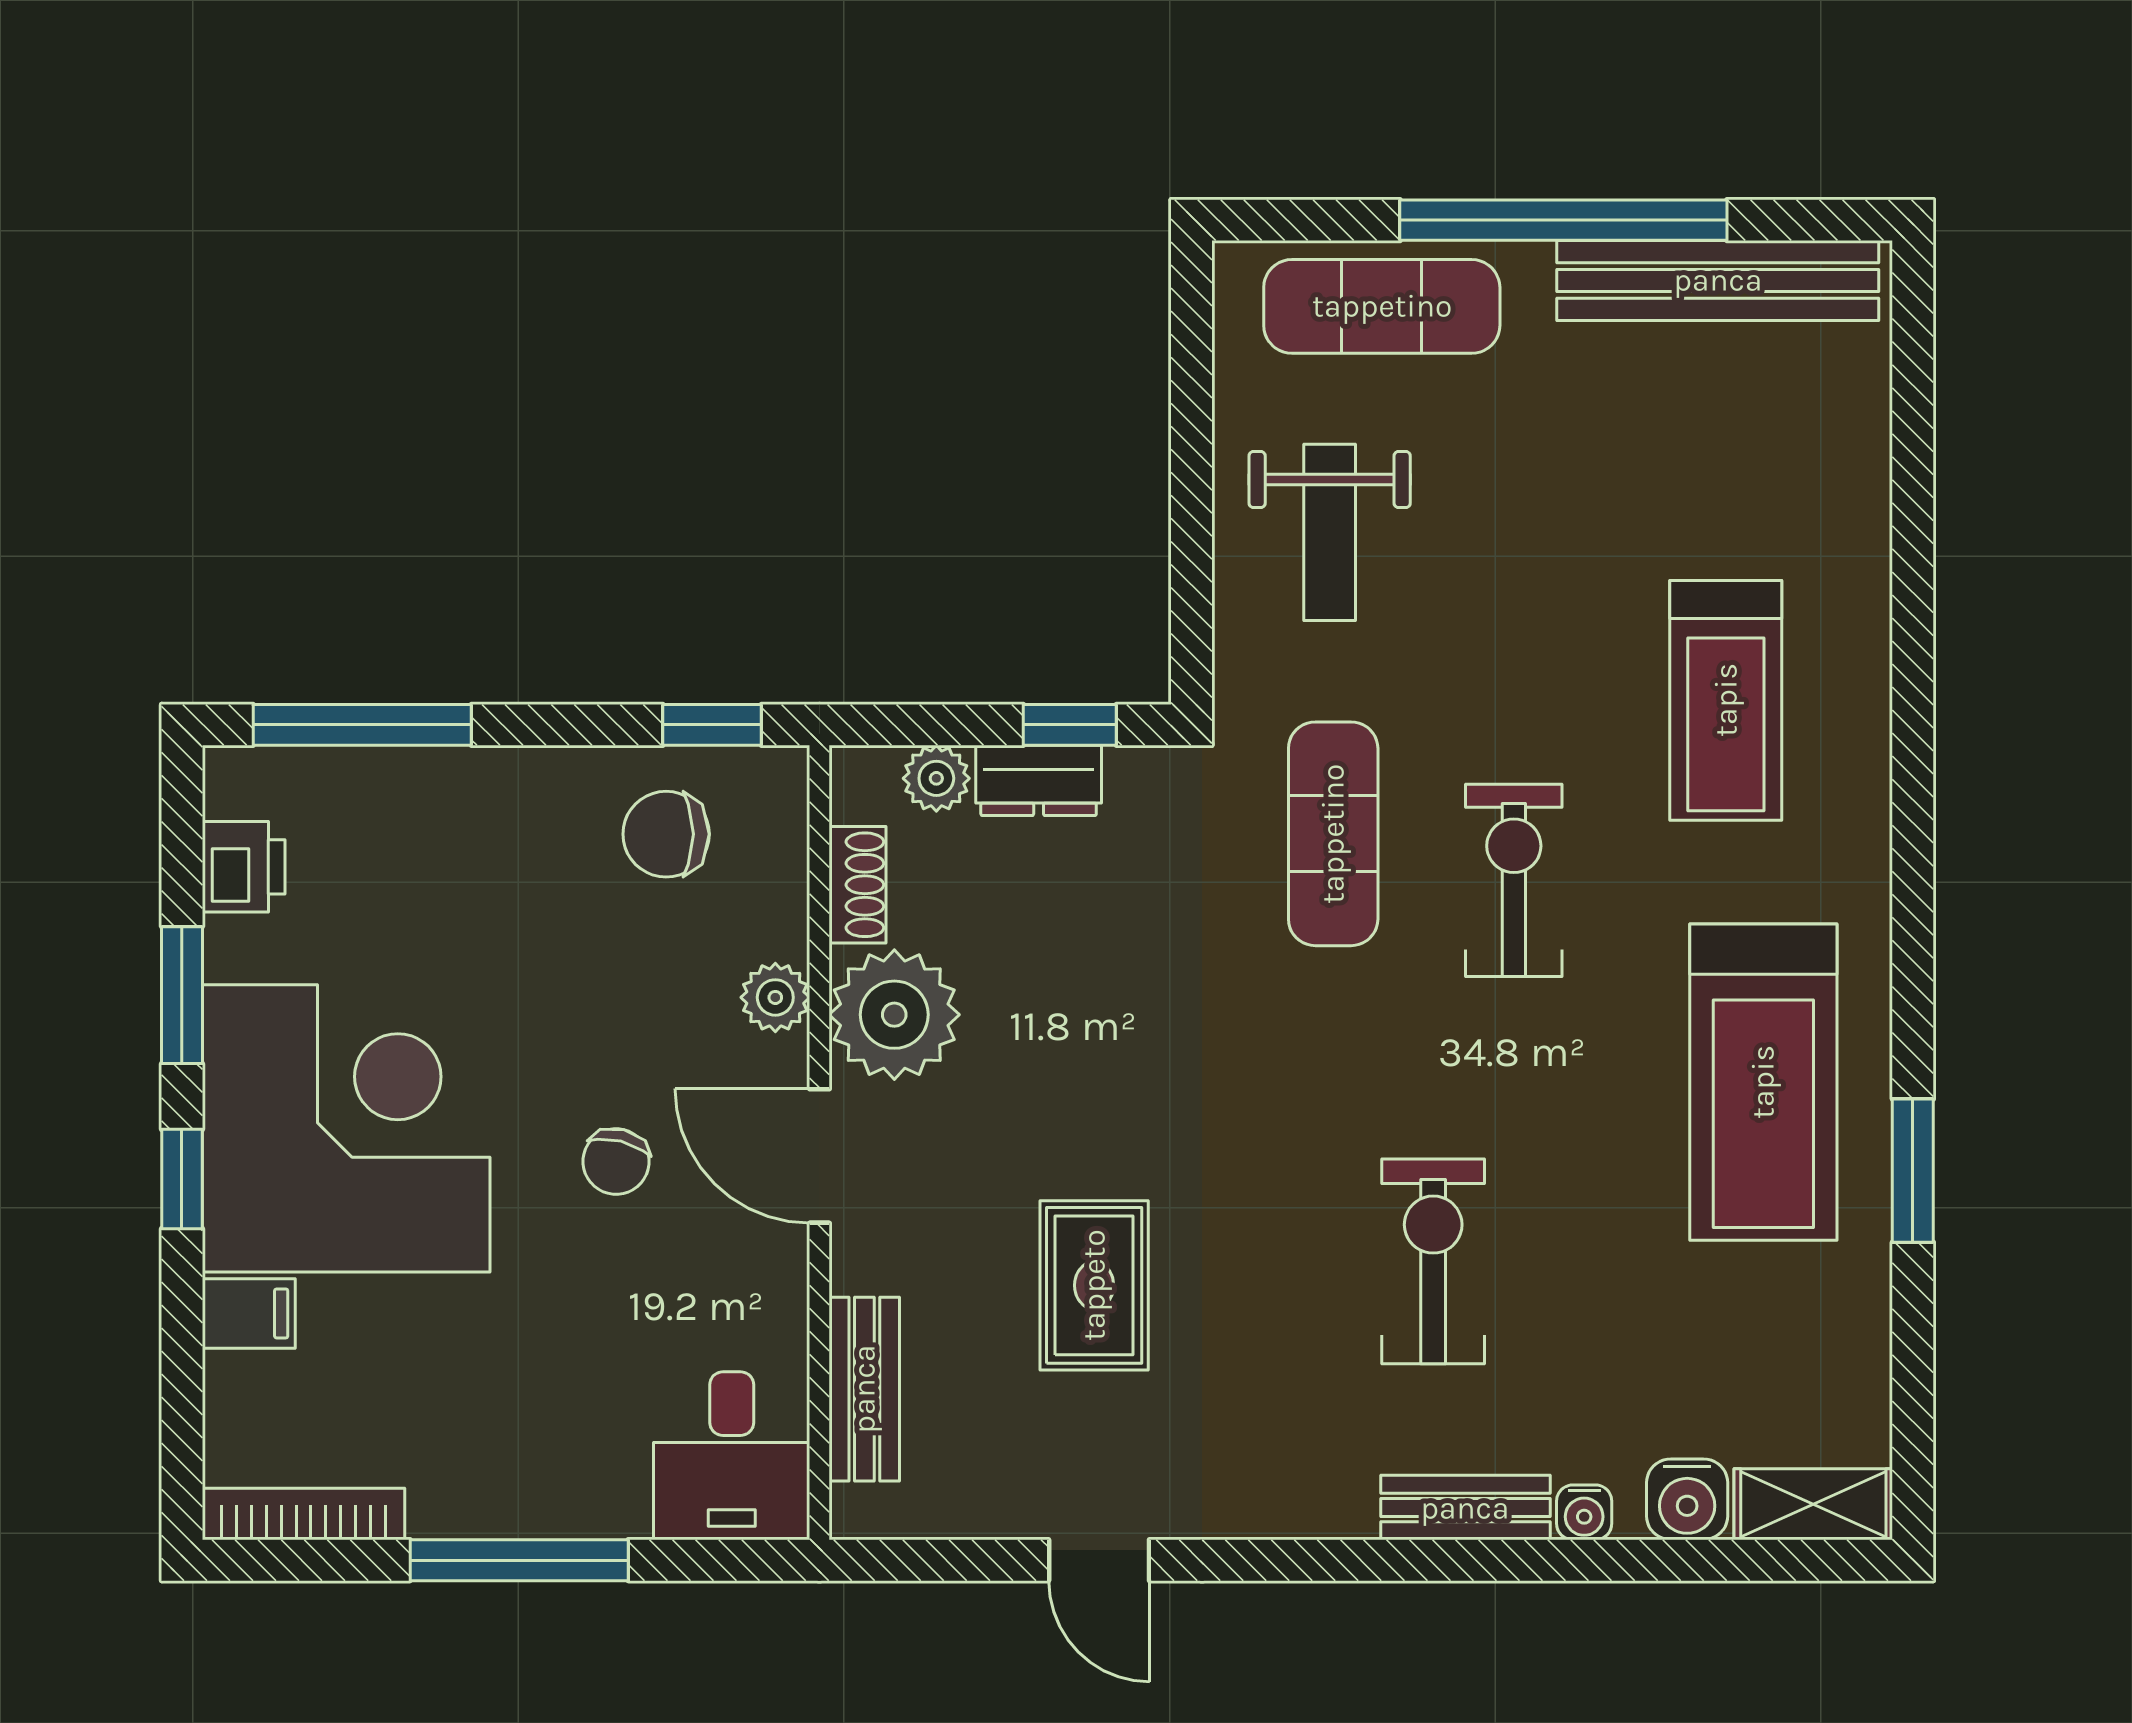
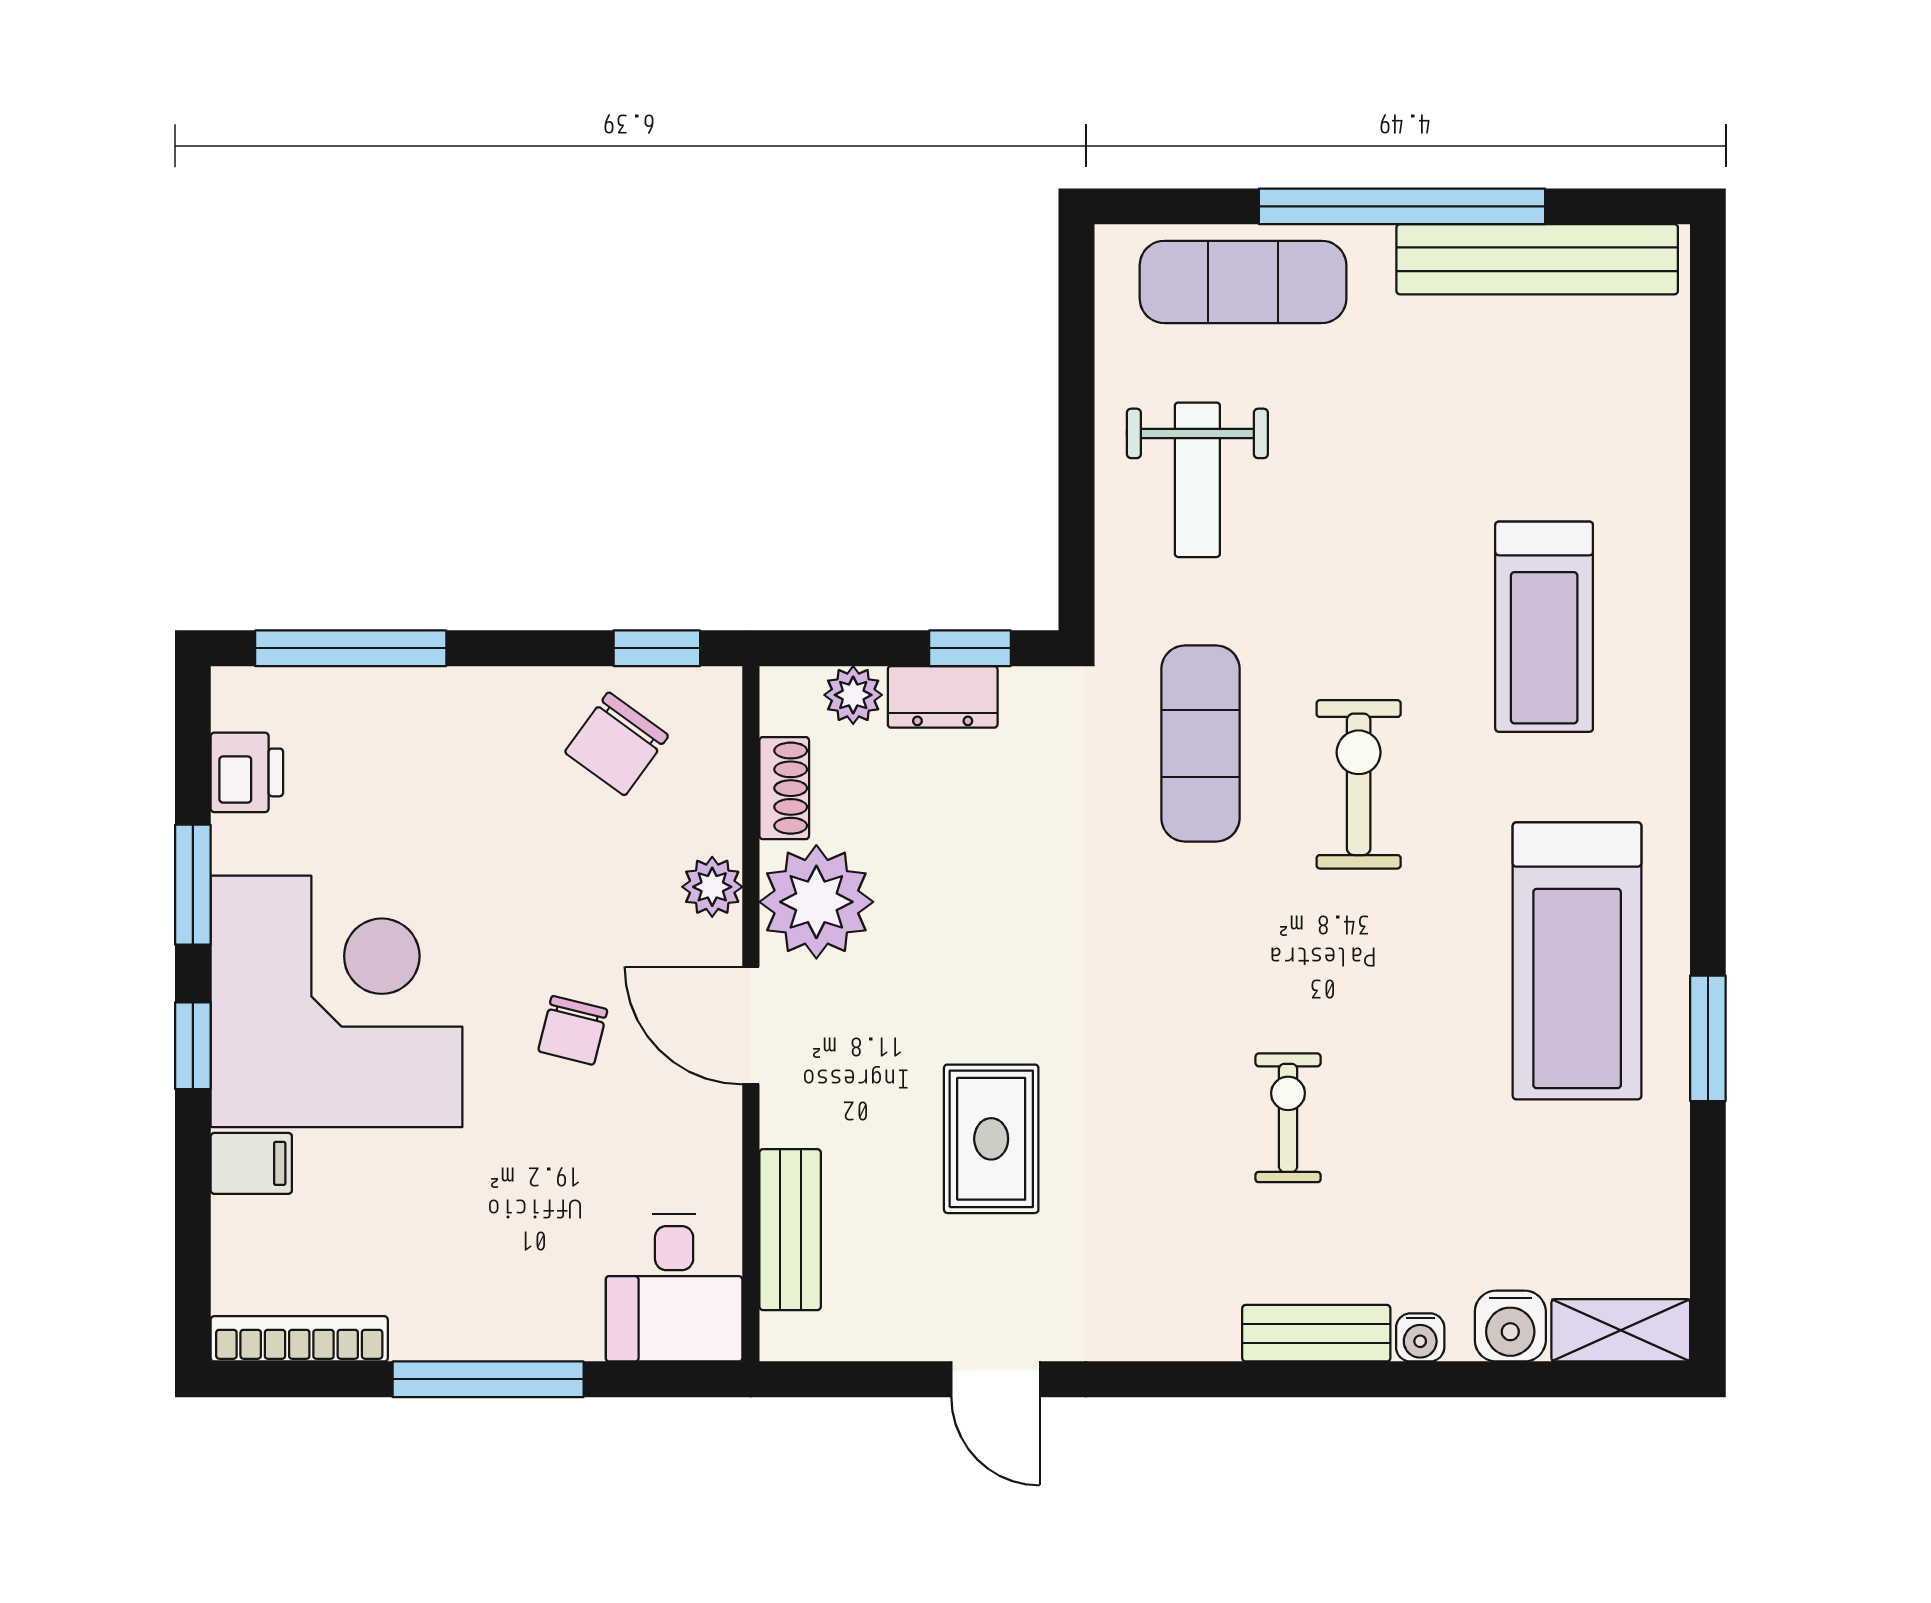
chair: (666, 834) -> (617, 744), turned -54
exercise bike: (1433, 1261) -> (1288, 1118), width x0.73, depth x0.72

